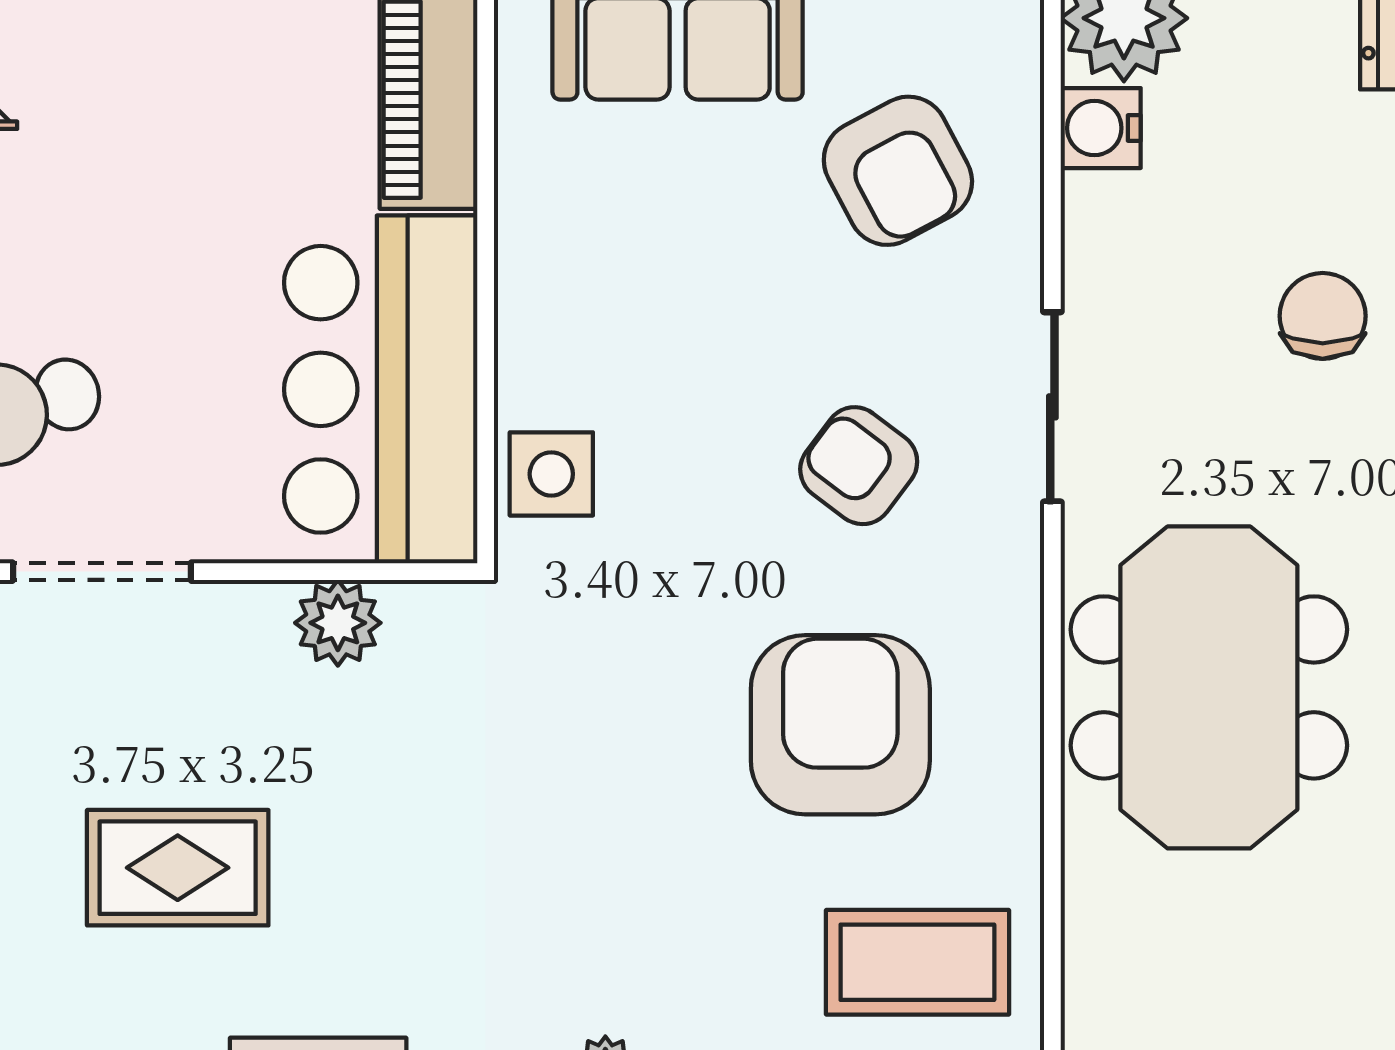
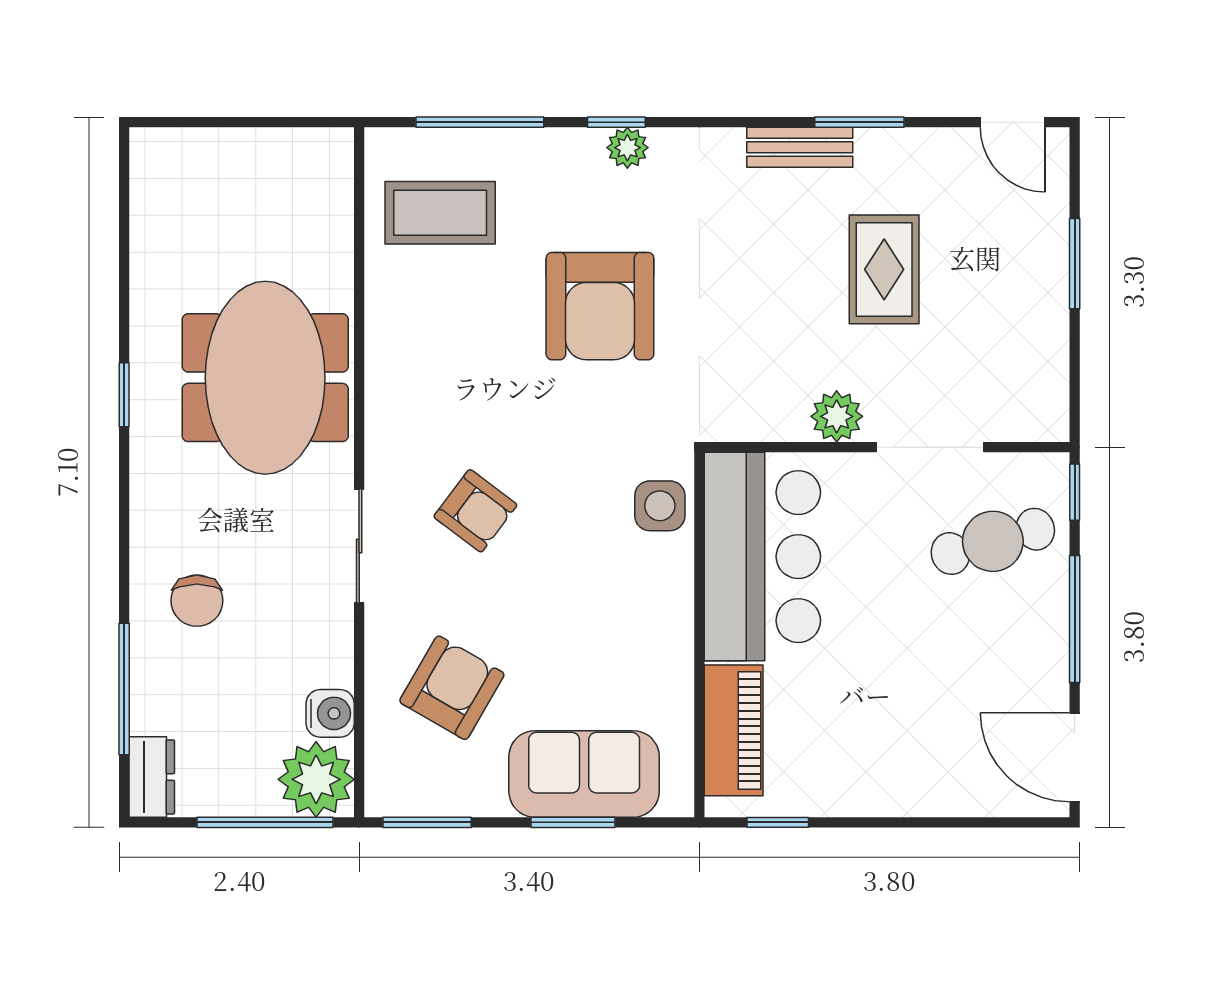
armchair: (898, 171) -> (452, 688), turned 58
plant: (338, 623) -> (837, 416), moved
armchair: (840, 725) -> (600, 306), moved
rug: (178, 868) -> (884, 269), turned 90

